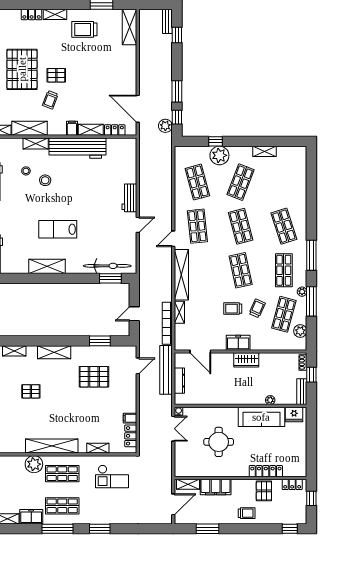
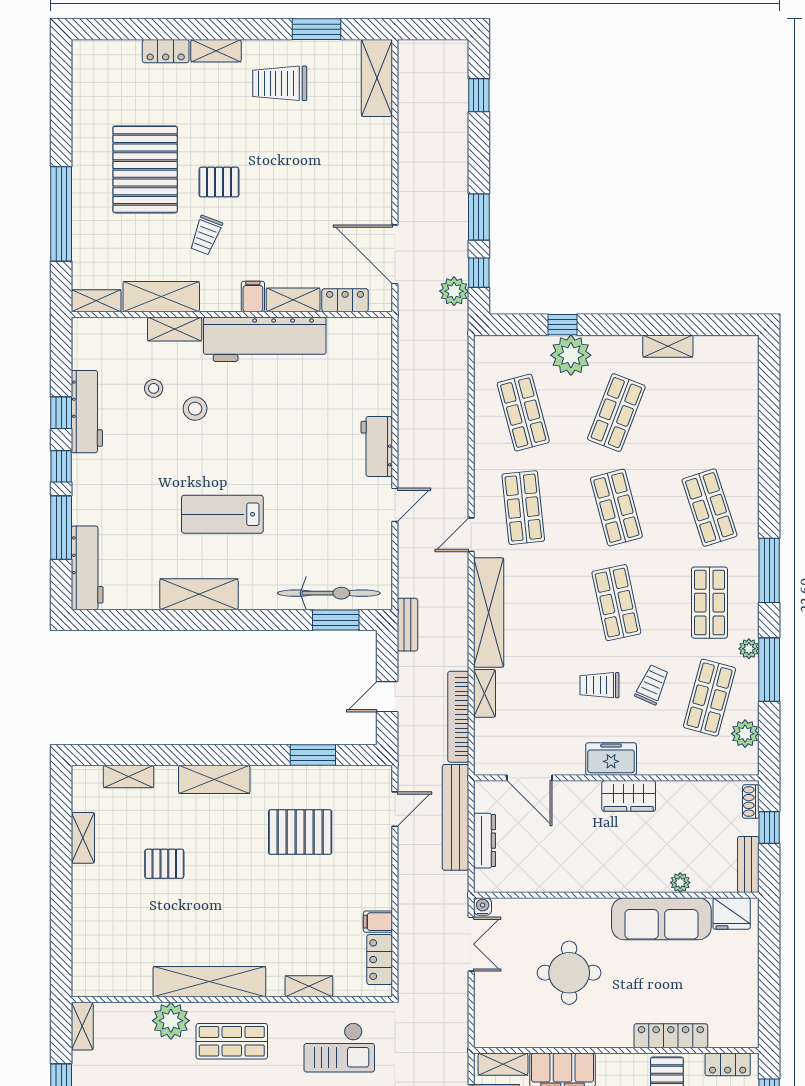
bench: (167, 21) -> (407, 625), moved

